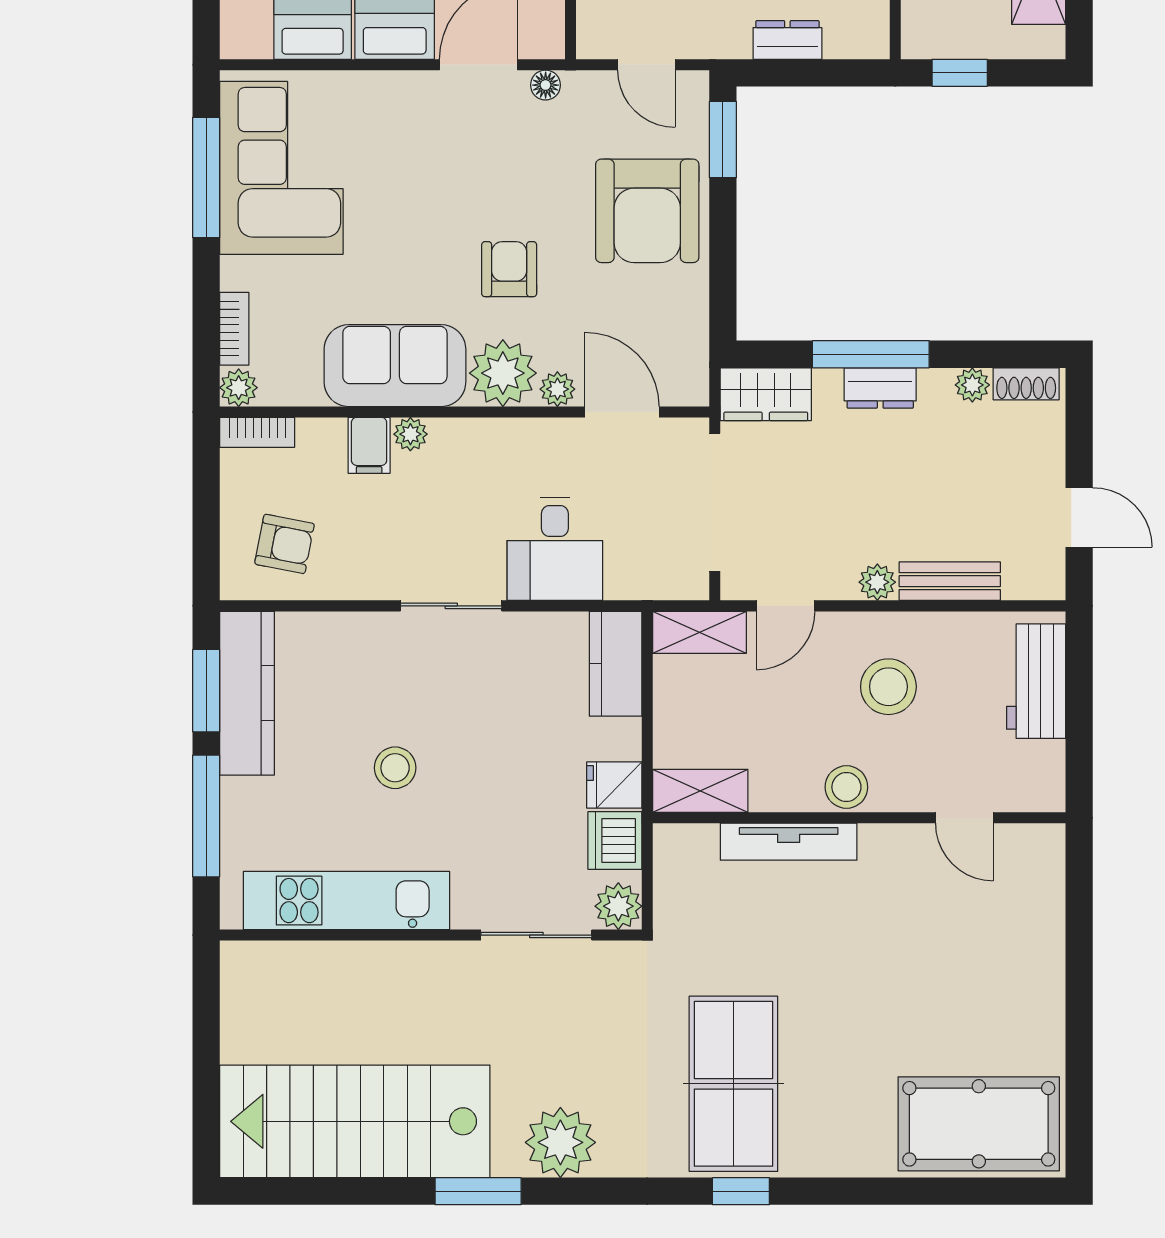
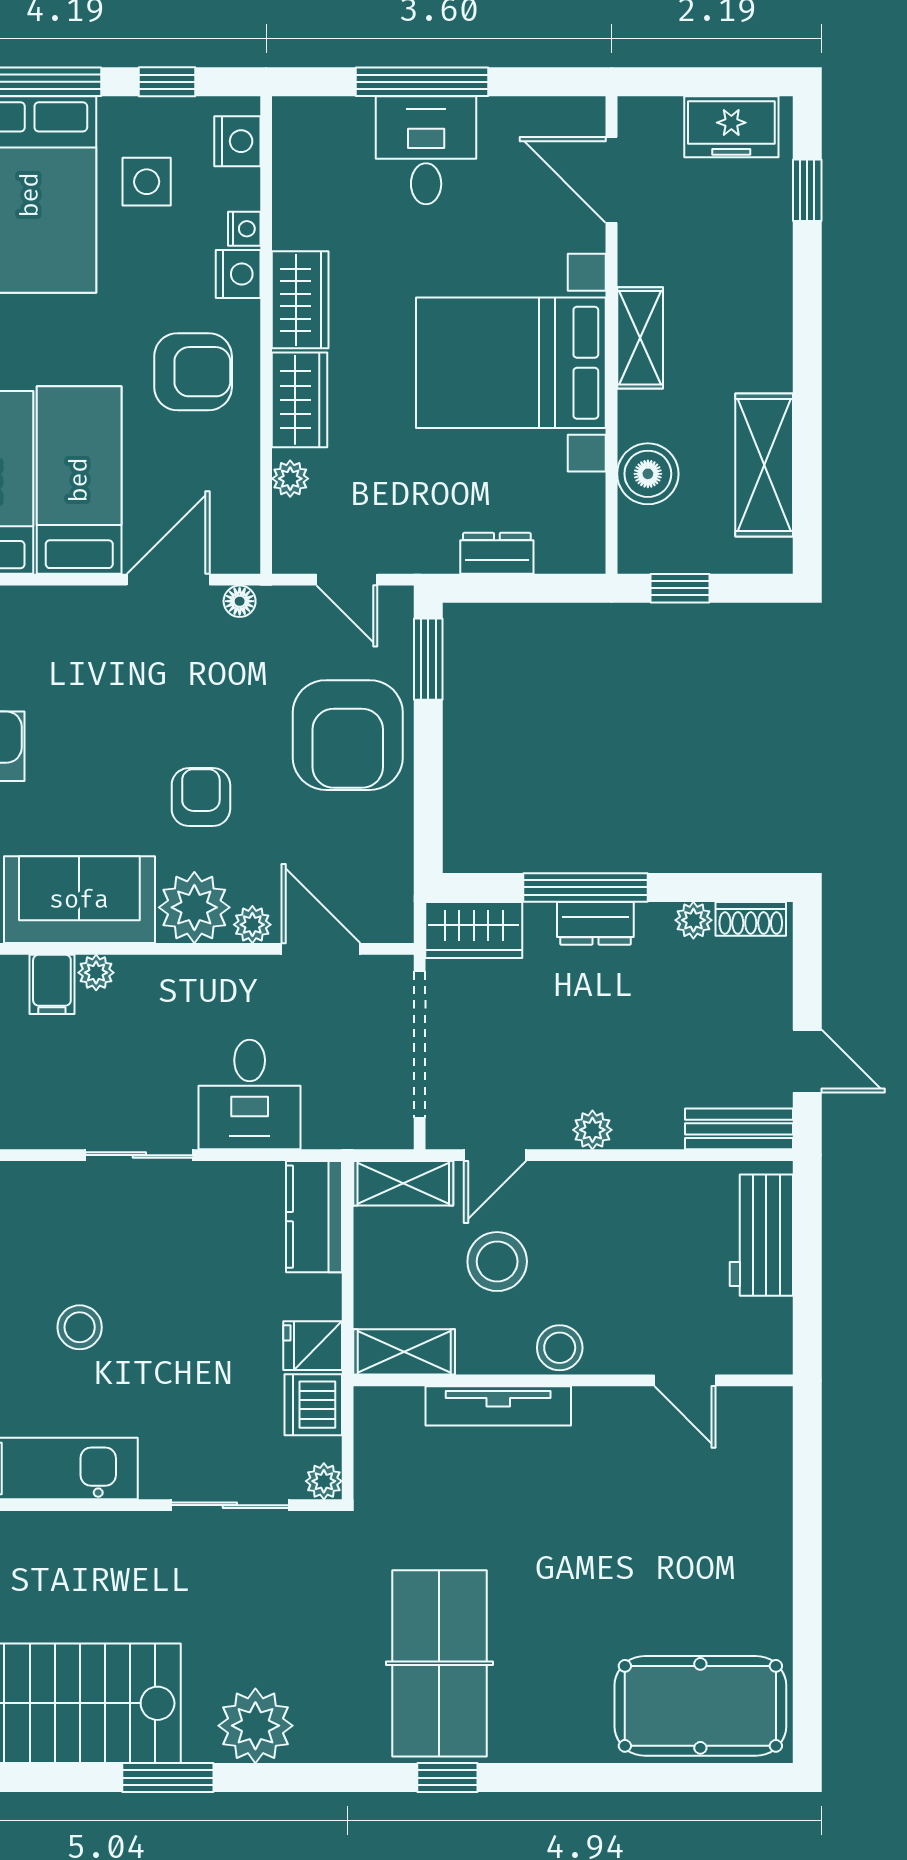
bench: (950, 581) -> (739, 1129), moved
stool: (888, 687) -> (497, 1262), moved
plant: (618, 906) -> (324, 1481), width x0.73, depth x0.73

